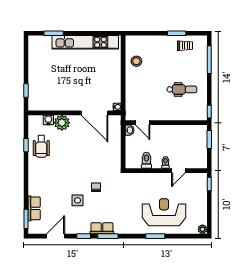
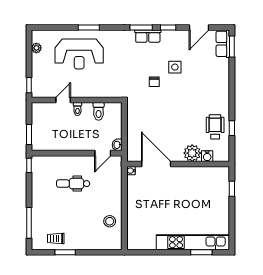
kitchen unit: (85, 42) -> (193, 242), moved
dental chair: (182, 89) -> (73, 184), moved
door: (143, 123) -> (103, 153), swing flipped
row of seats: (34, 208) -> (223, 44), moved
plant: (202, 229) -> (36, 48), moved

